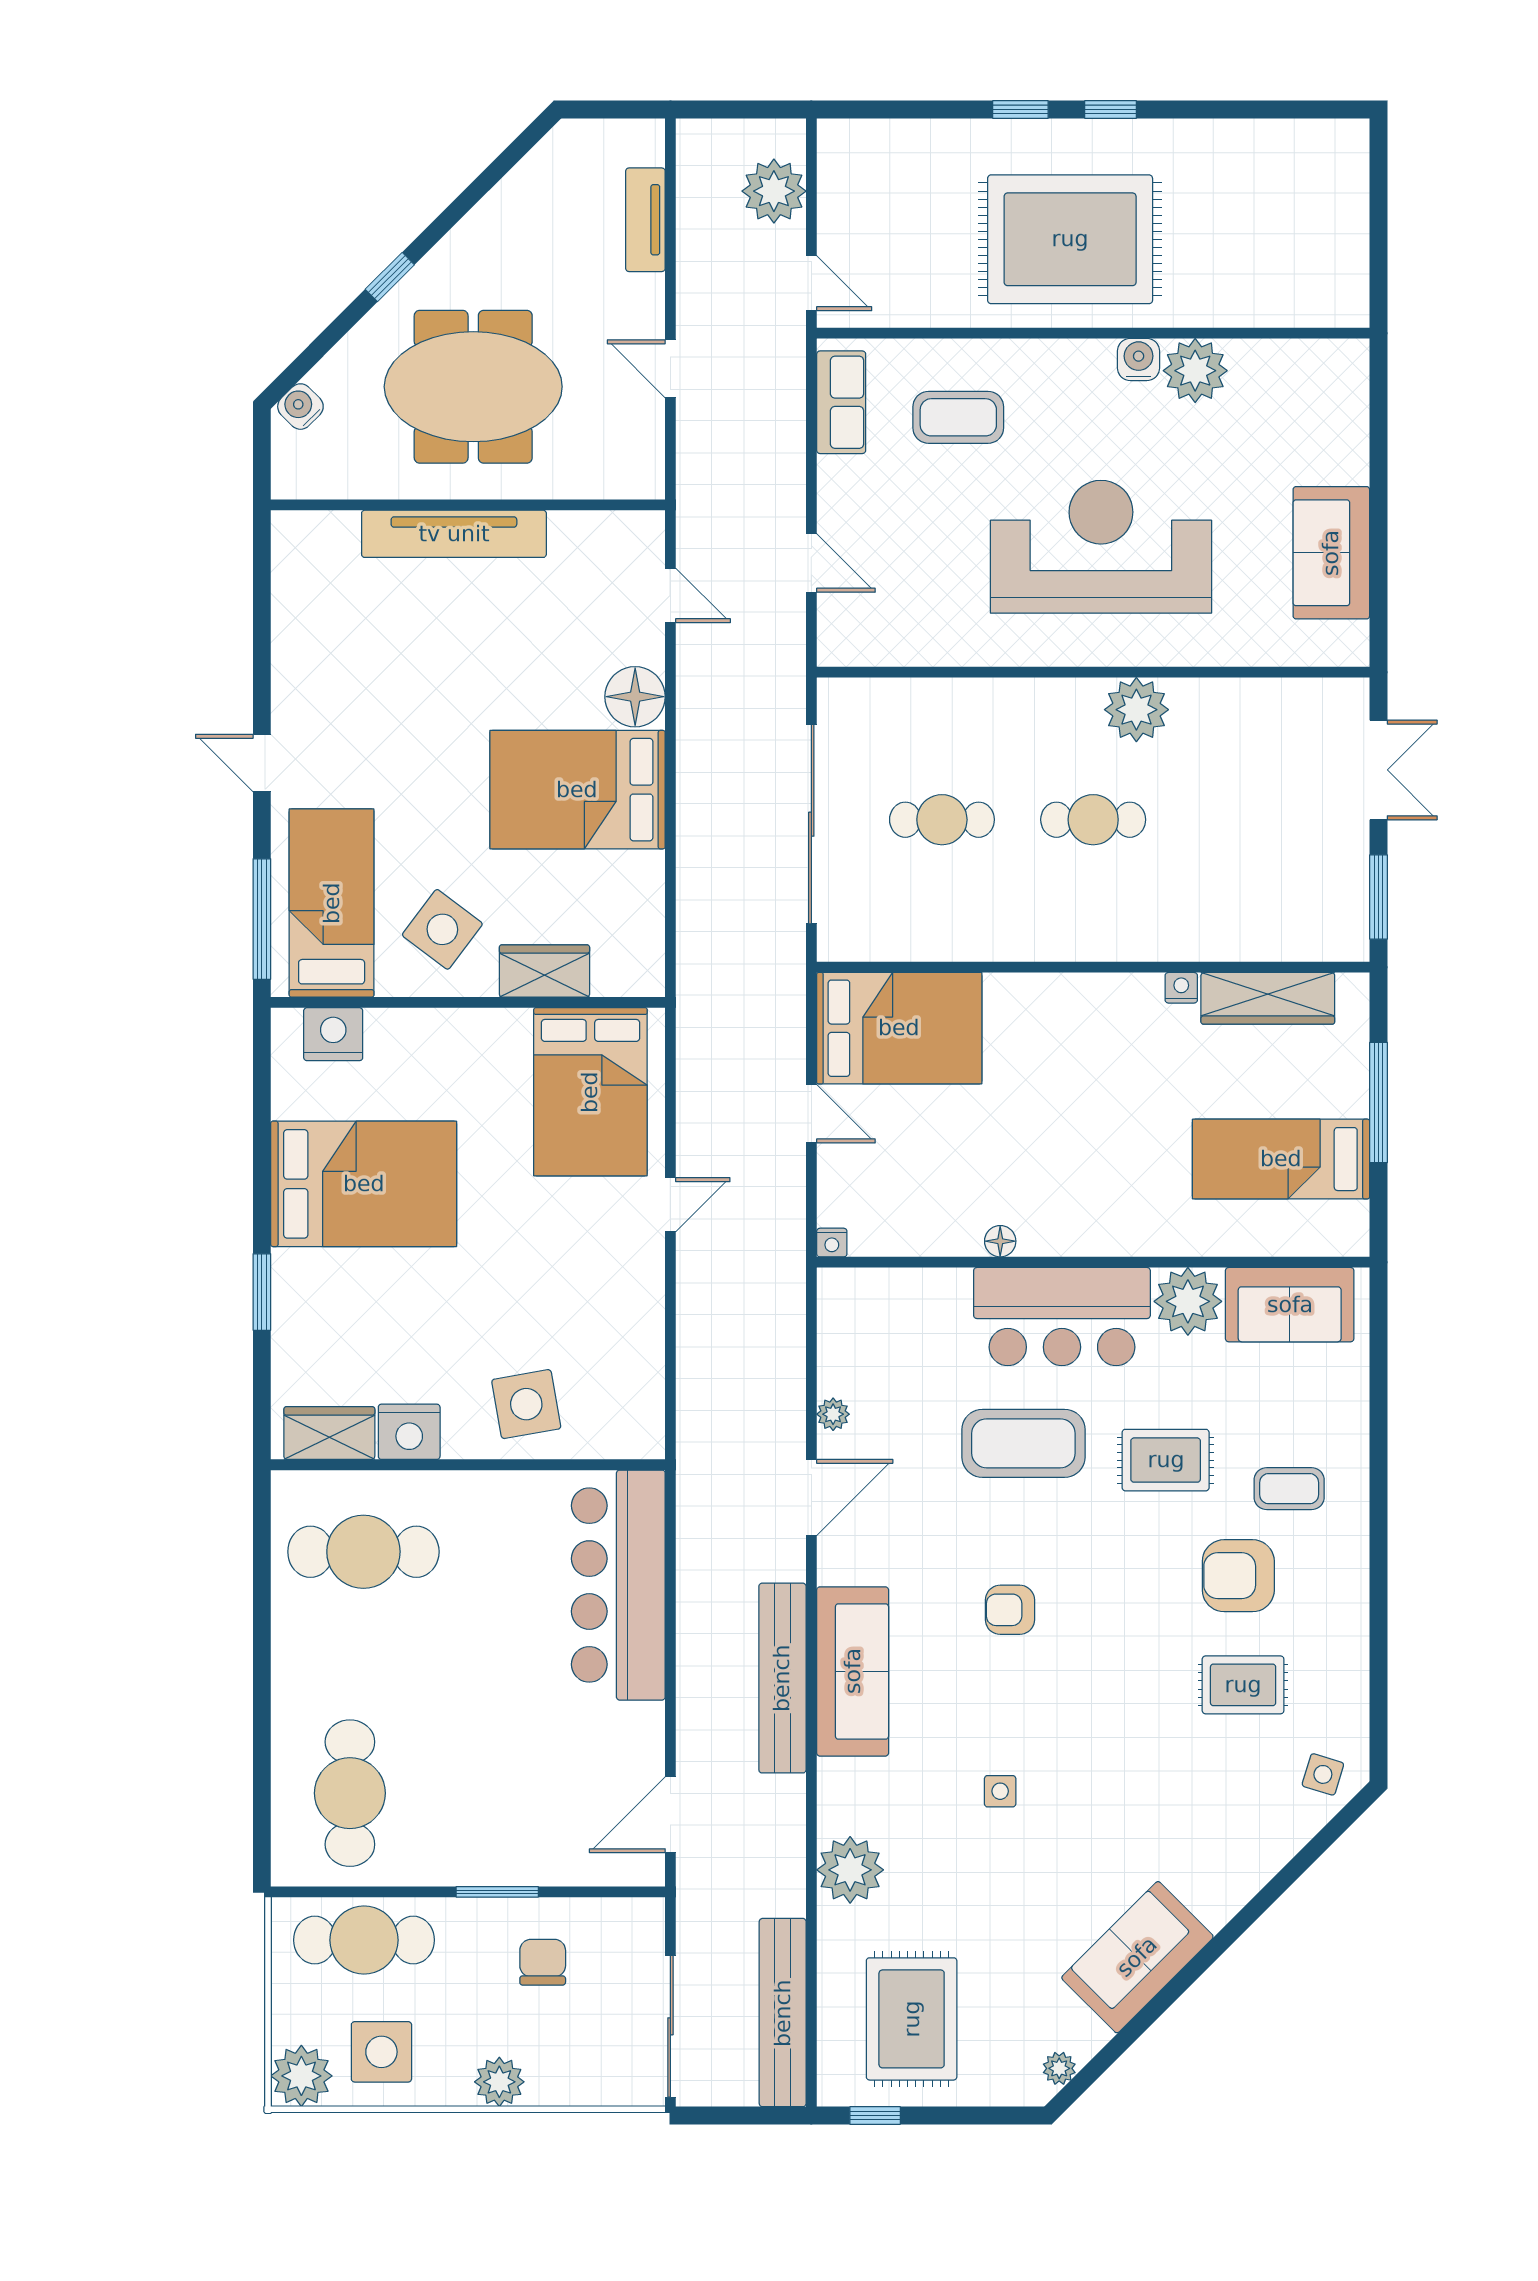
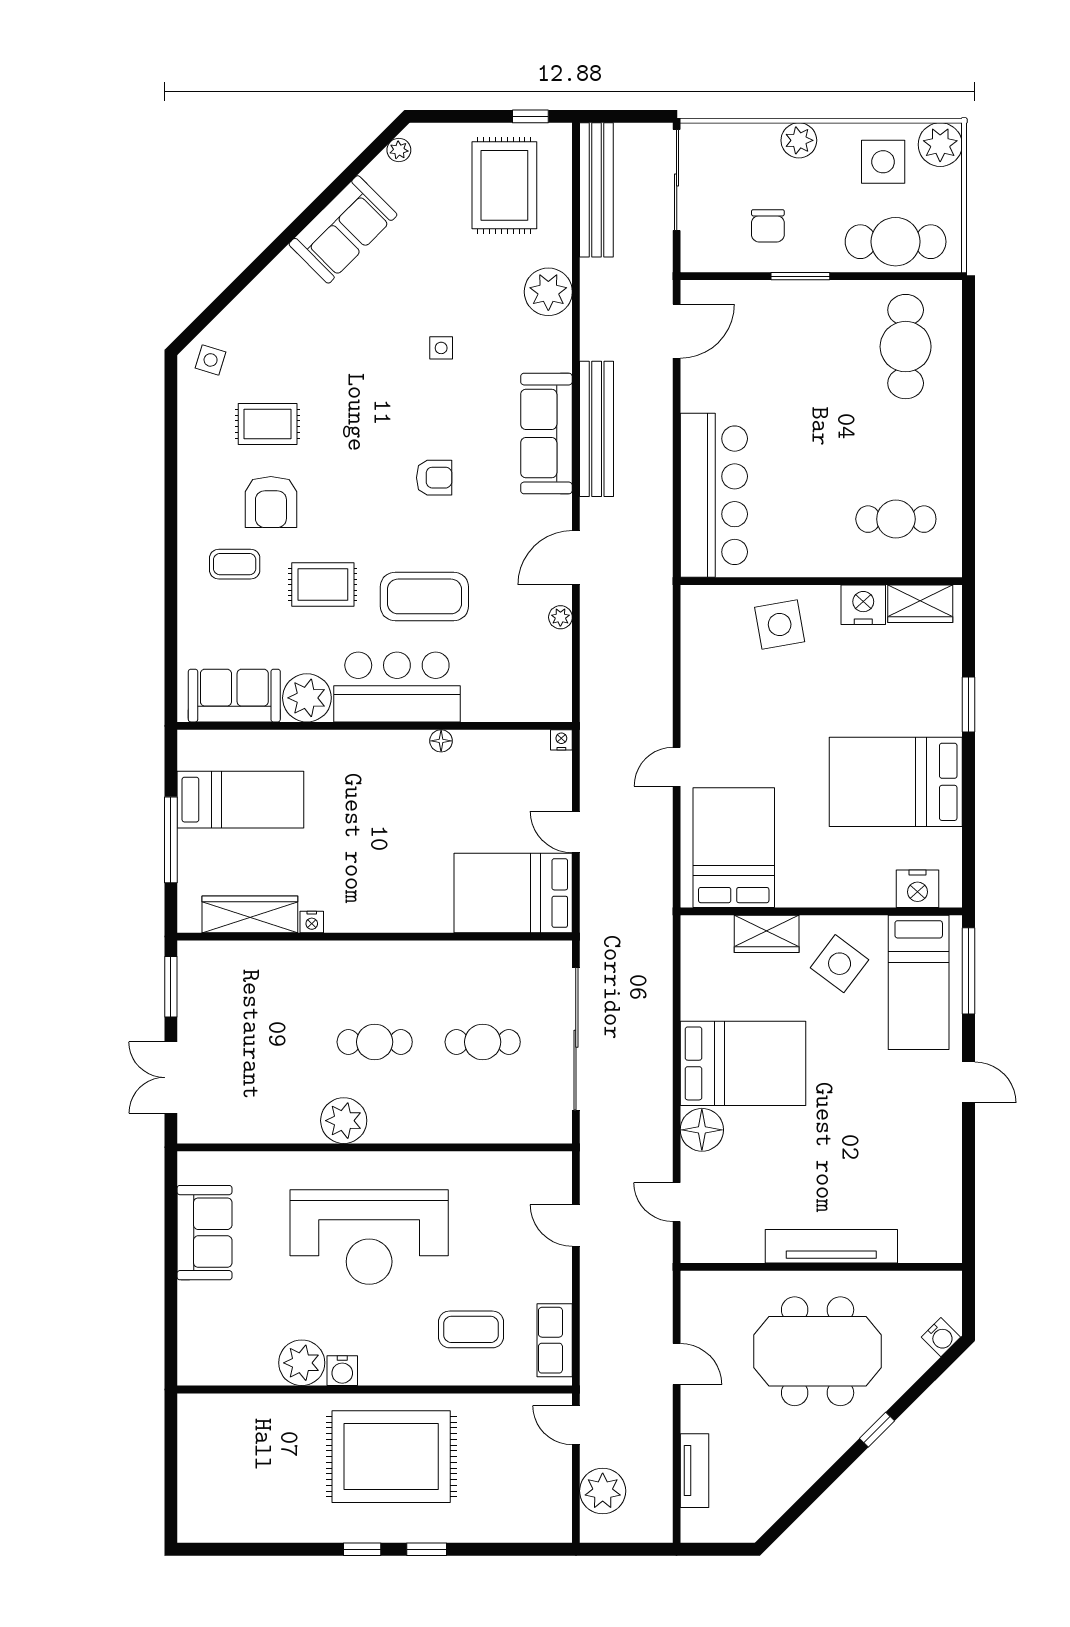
cafe table: (363, 1552) -> (896, 519), width x0.73, depth x0.74
armchair: (1238, 1576) -> (271, 502), turned 90

